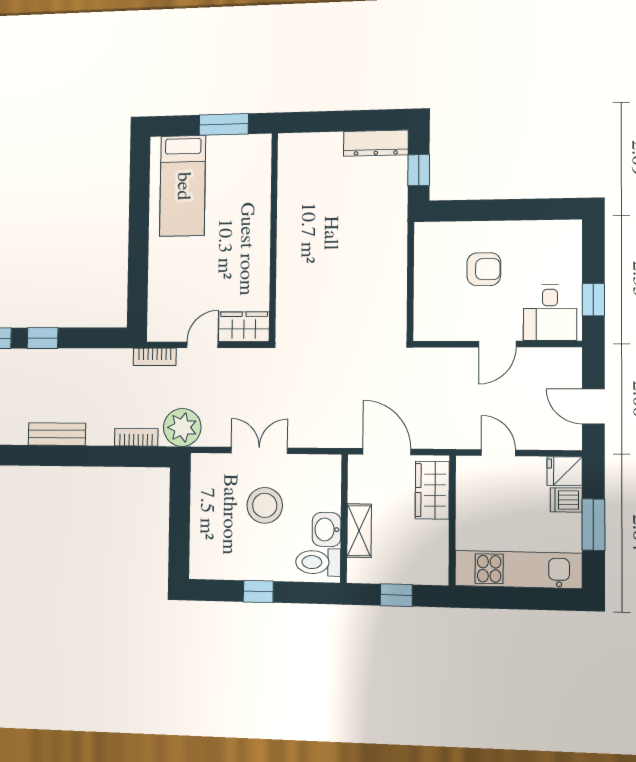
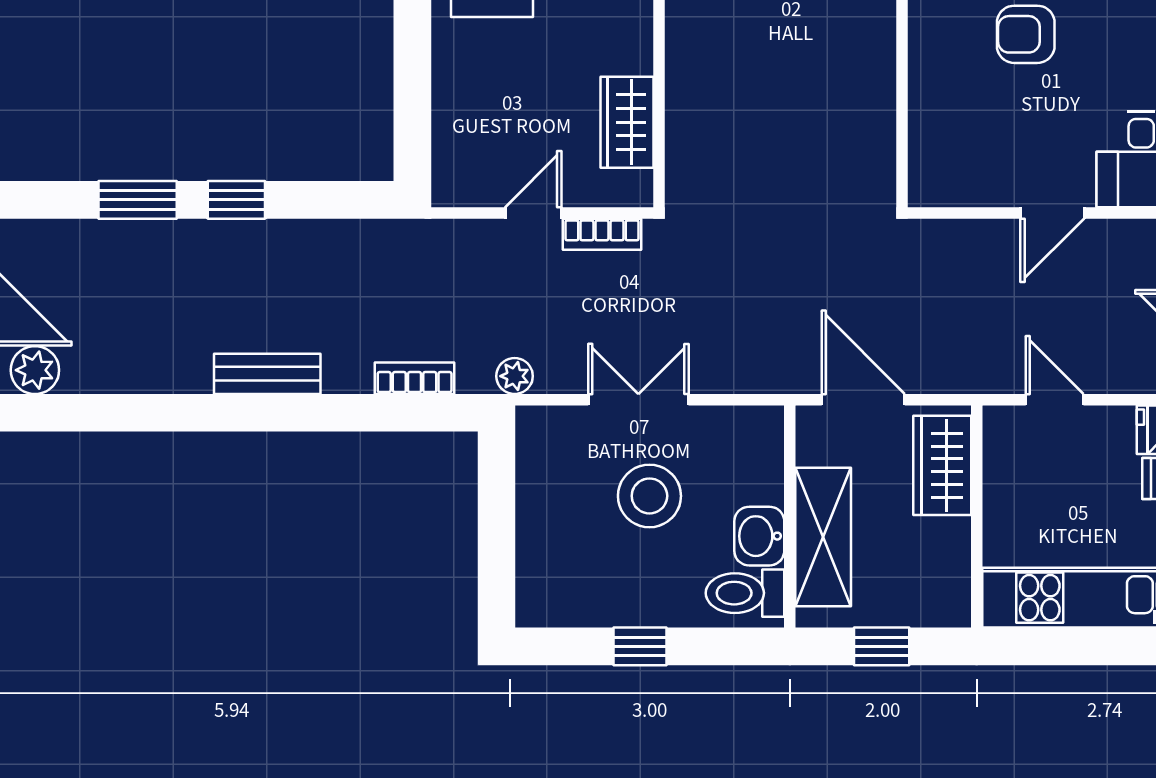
armchair: (484, 269) -> (1026, 34), moved, turned 180
wardrobe: (244, 327) -> (627, 122), moved, turned -90
bookcase: (155, 357) -> (602, 234), moved
plant: (182, 427) -> (515, 376), width x0.53, depth x0.53
shelving: (359, 531) -> (823, 537), width x1.50, depth x1.33

